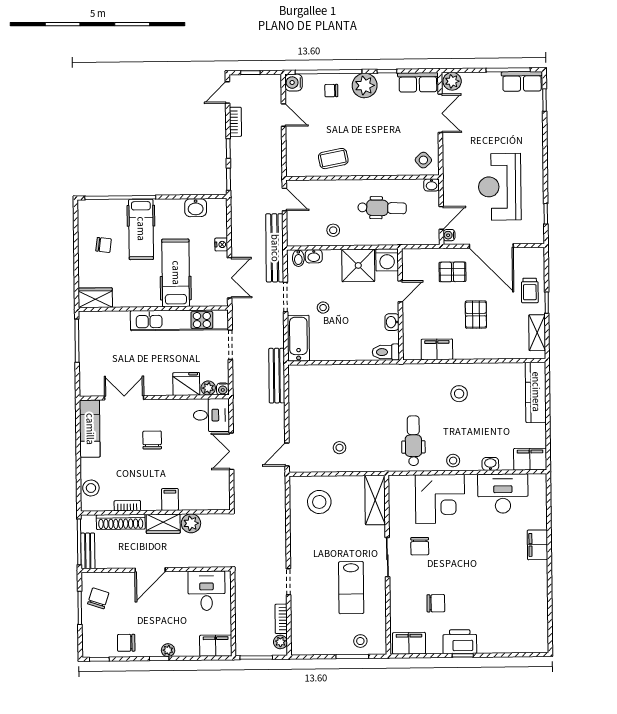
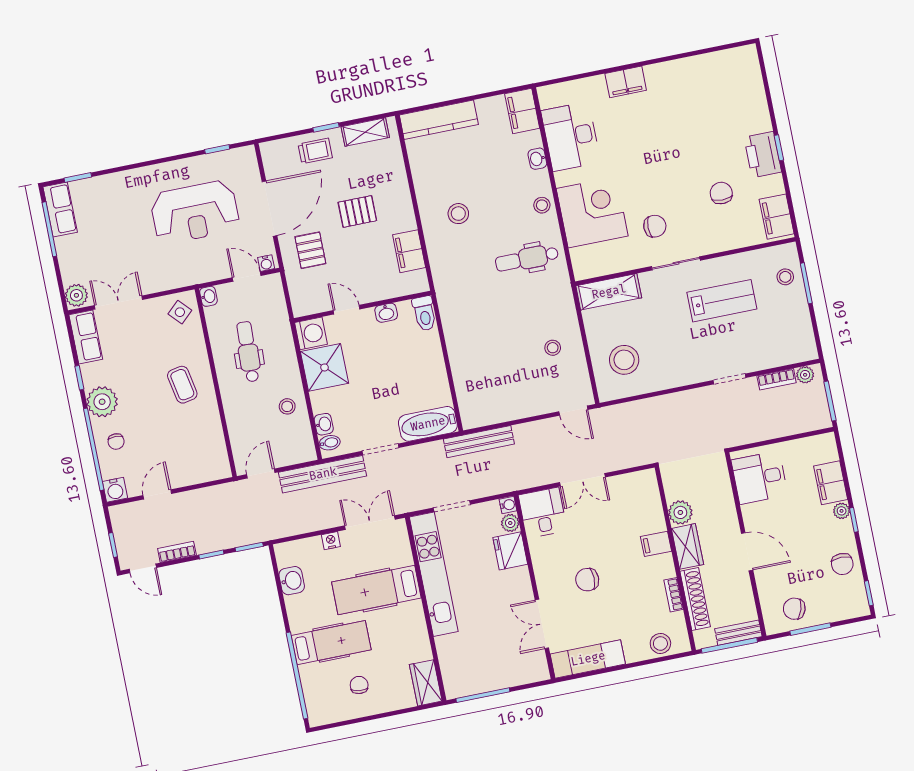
coffee table: (333, 159) -> (182, 385), moved
stool: (323, 308) -> (385, 401), removed
filing cabinet: (216, 646) -> (831, 483), moved

